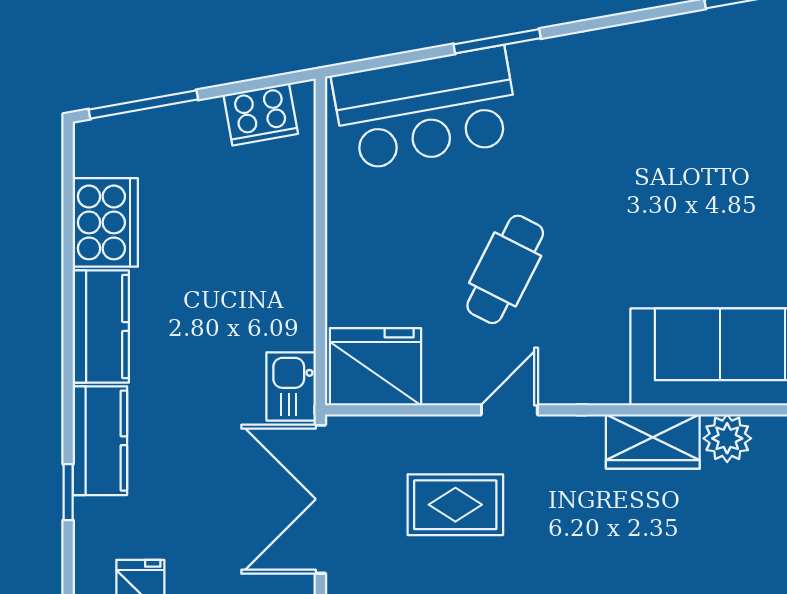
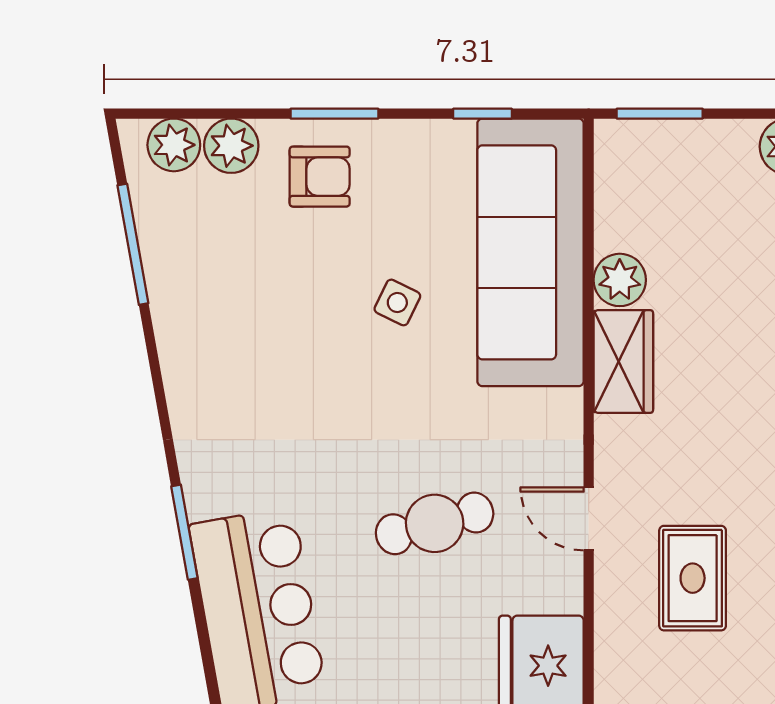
side table: (707, 235) -> (397, 302), added
cafe table: (505, 269) -> (435, 523), turned -42

